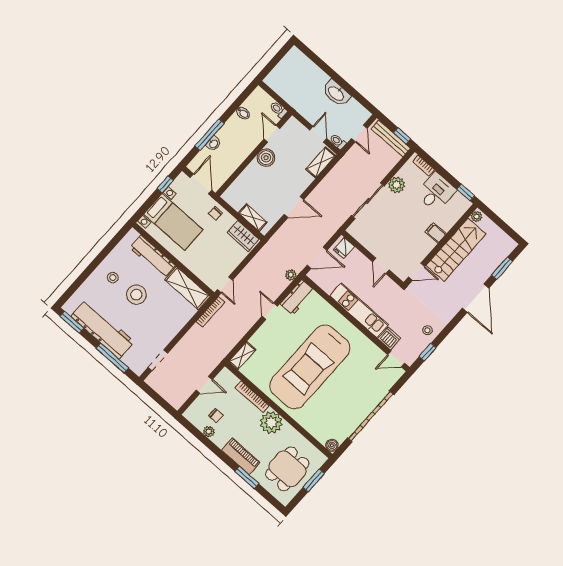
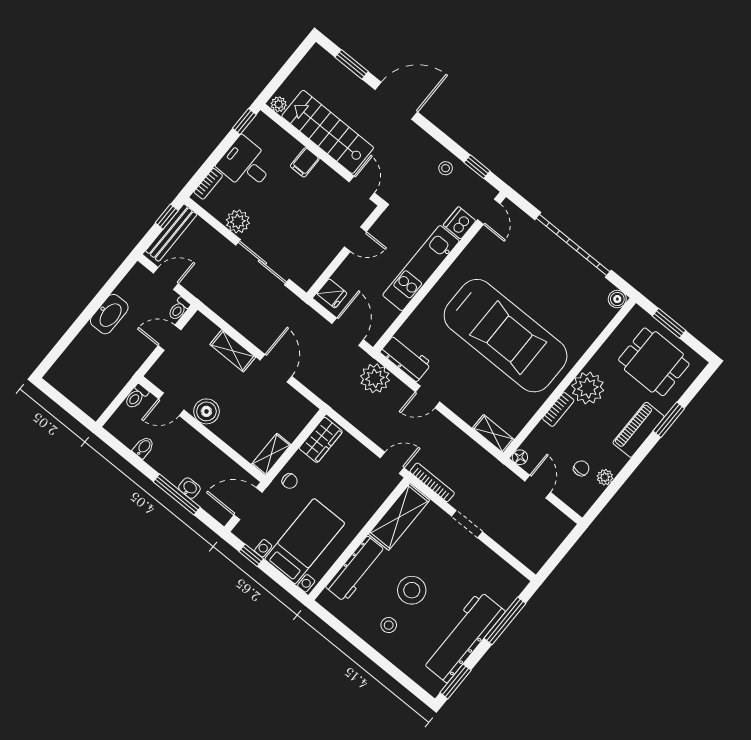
shelving: (321, 162) -> (233, 351), moved
shelving: (253, 218) -> (271, 454), moved
plant: (291, 275) -> (375, 378), width x1.88, depth x1.88
doorway: (158, 360) -> (467, 524), moved
floor lamp: (225, 373) -> (520, 457), added
bookcase: (252, 397) -> (558, 409), width x0.64

